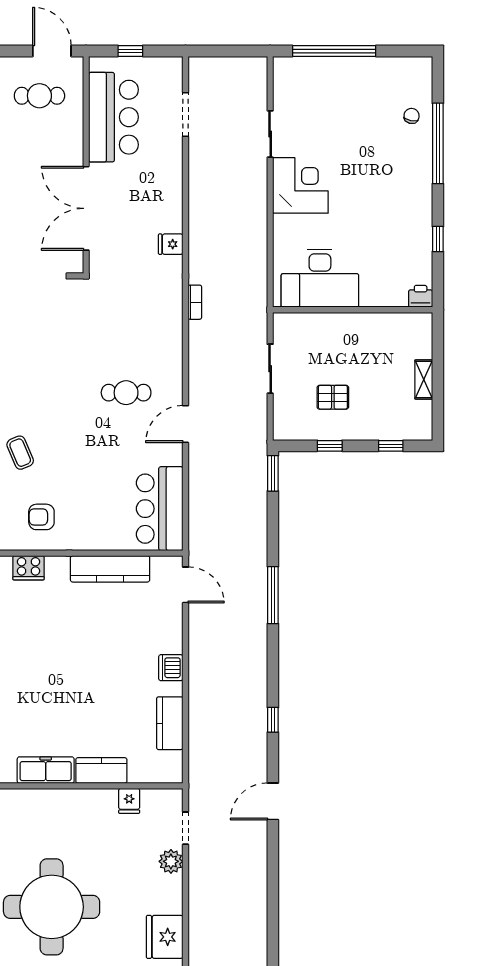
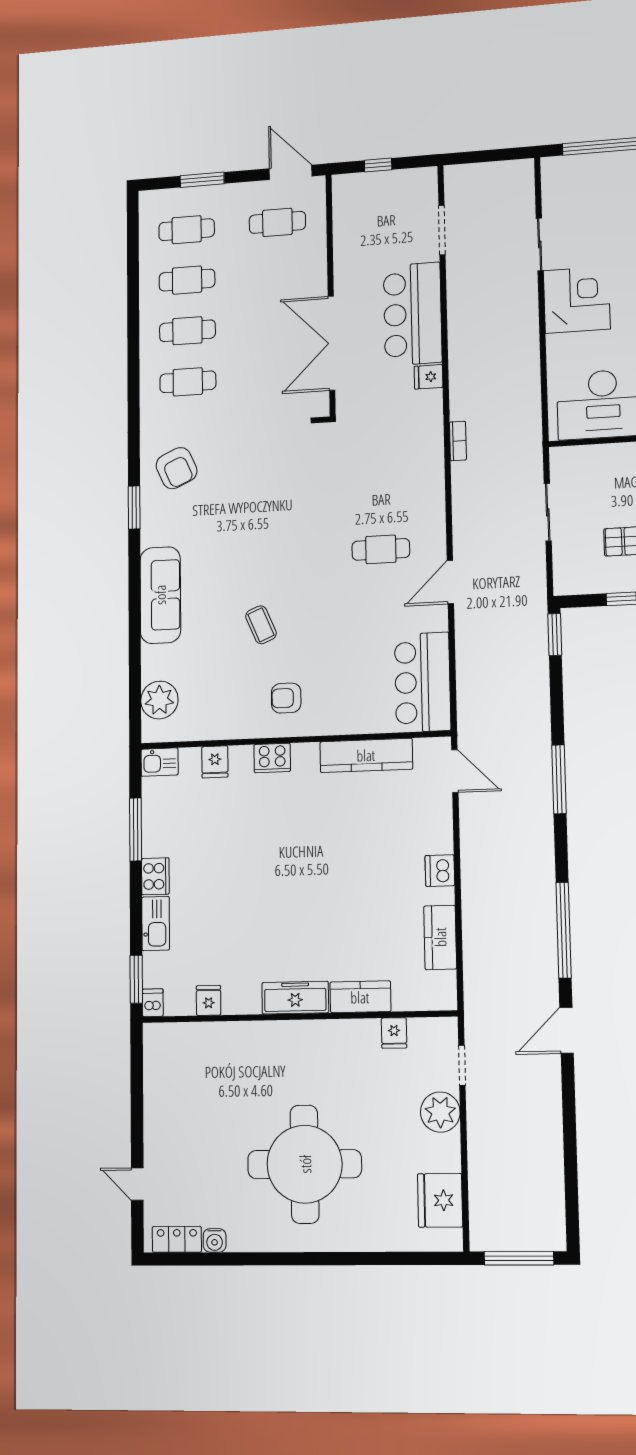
bar counter: (113, 117) -> (413, 314), moved, turned 180
window: (273, 720) -> (564, 930), width x3.17
plant: (171, 861) -> (440, 1112), width x1.36, depth x1.36

